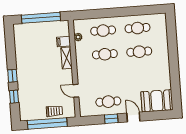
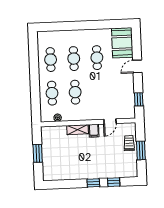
window: (41, 18) -> (38, 153), width x0.47
filing cabinet: (64, 42) -> (94, 131), moved
cafe table: (108, 102) -> (97, 58), moved
window: (111, 119) -> (139, 99), moved
window: (47, 123) -> (141, 150), width x0.47

